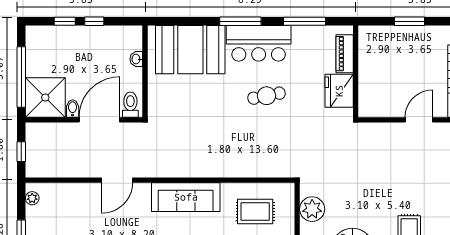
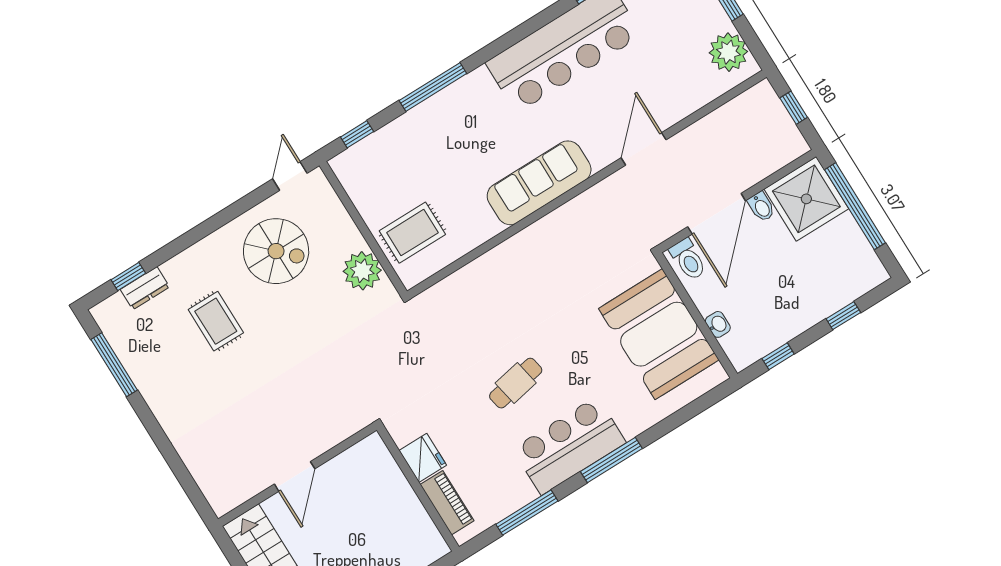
window: (94, 21) -> (778, 356), moved
booth: (190, 50) -> (659, 334), moved, turned 90
fridge: (339, 91) -> (423, 458), width x0.73, depth x0.75
plant: (32, 198) -> (728, 52), width x1.88, depth x1.88
rug: (255, 211) -> (412, 233), moved

